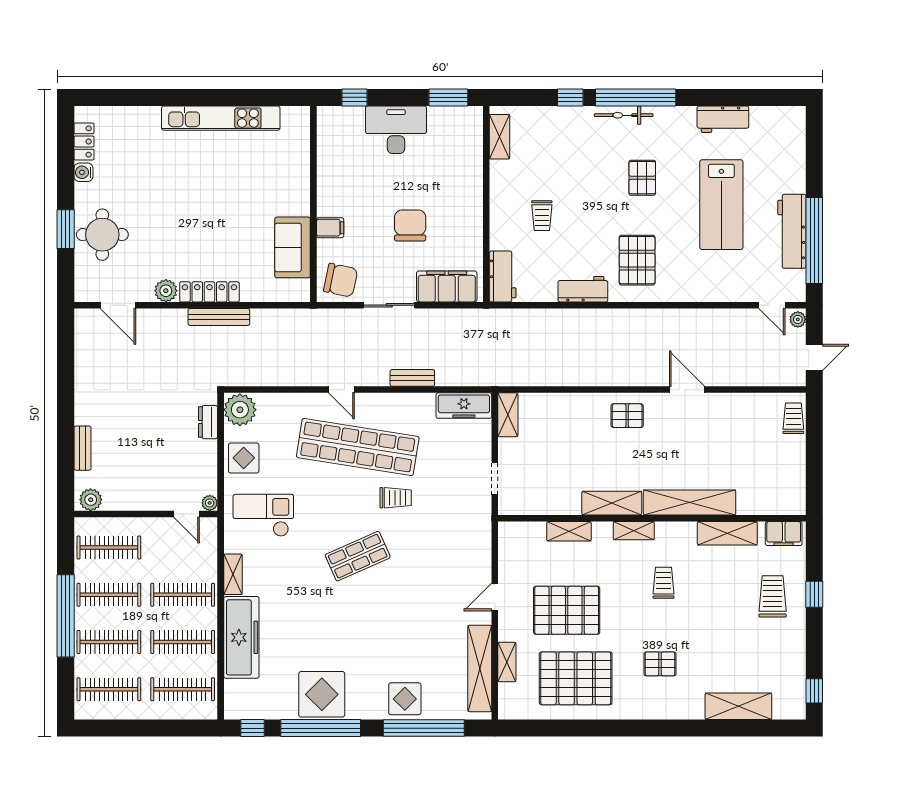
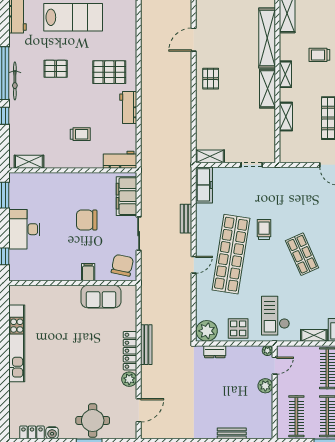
plant: (91, 500) -> (265, 386), moved

